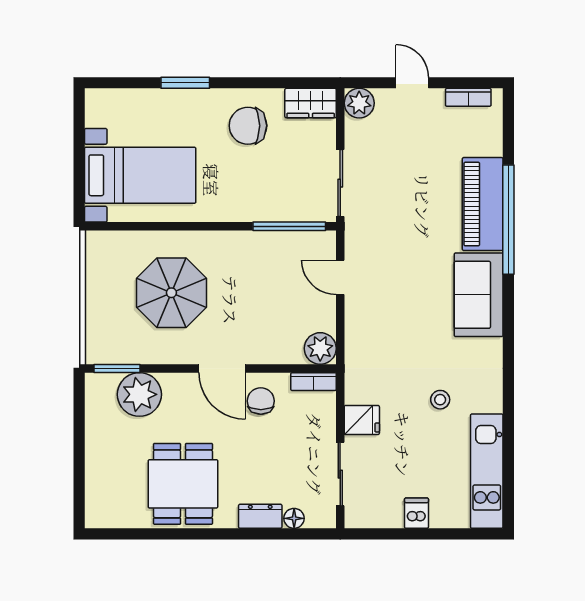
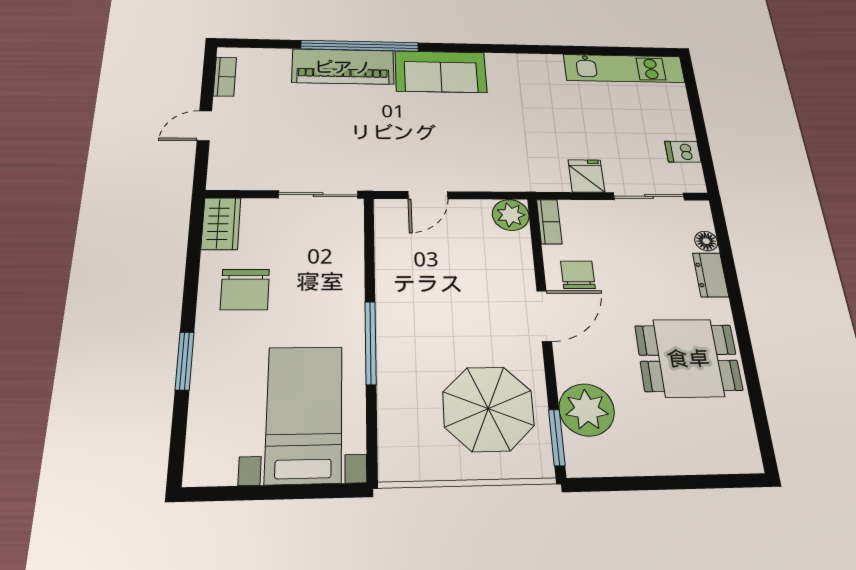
plant: (359, 103) -> (224, 176), removed
window: (289, 226) -> (371, 343), moved
parasol: (171, 293) -> (488, 409), moved
stool: (440, 400) -> (555, 106), removed
chair: (261, 401) -> (578, 275), turned 90
dishwasher: (416, 513) -> (683, 152), moved

